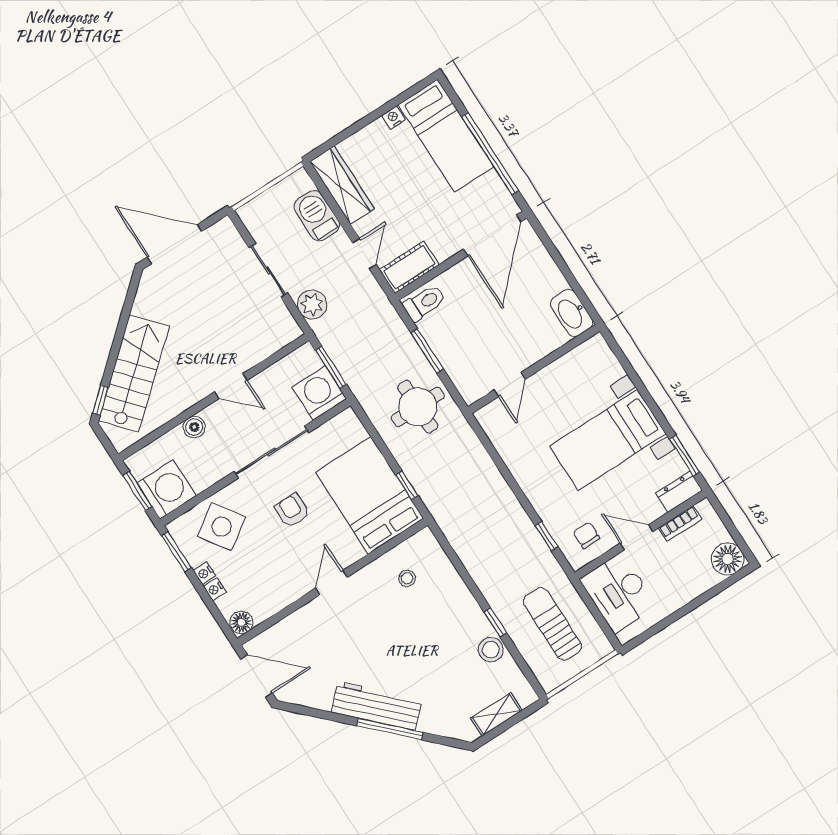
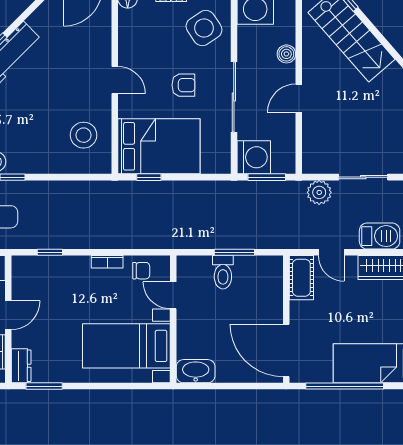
toilet: (424, 303) -> (223, 272), moved
round table: (418, 407) -> (199, 220), removed
bed with nightstands: (608, 440) -> (126, 346), moved, turned -90
bookcase: (519, 473) -> (107, 262), added
chair: (586, 535) -> (141, 271), moved
stool: (407, 578) -> (84, 135), width x1.89, depth x1.89

